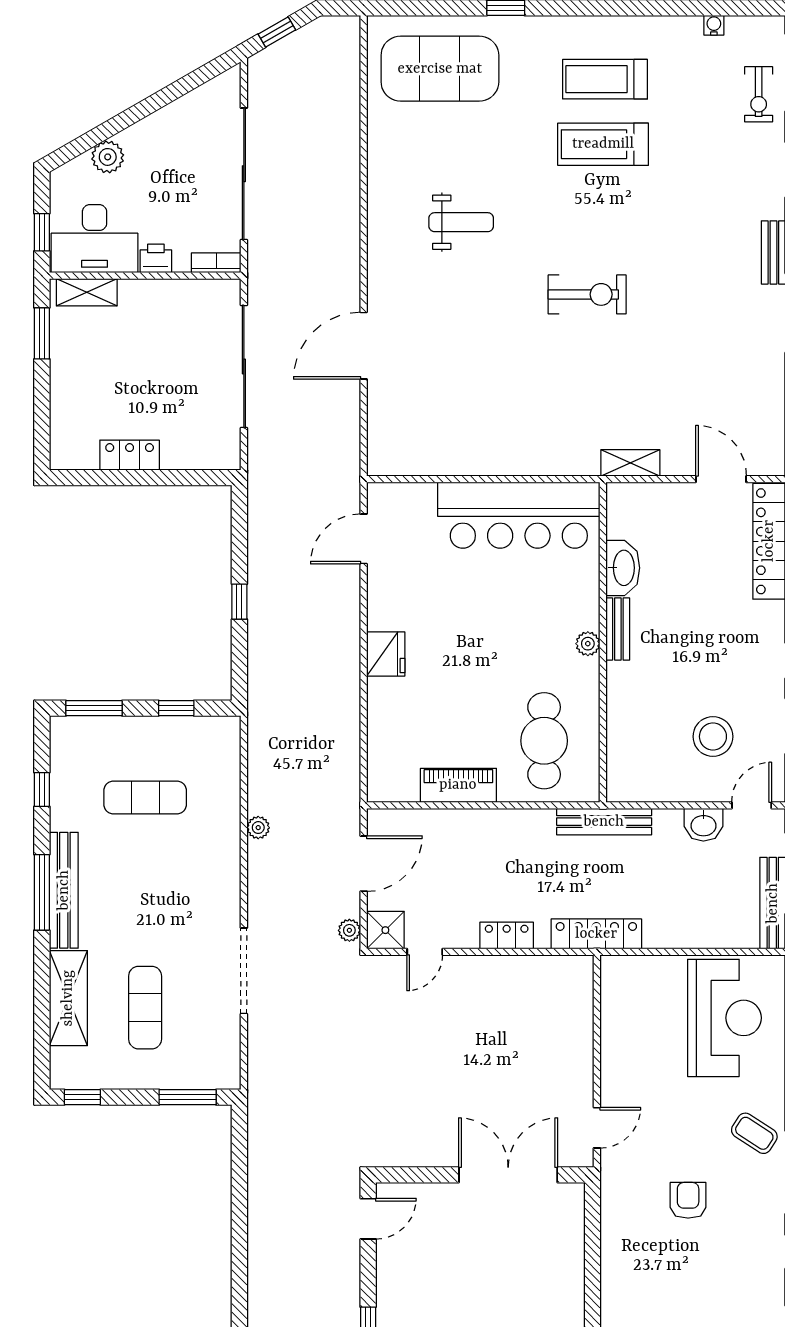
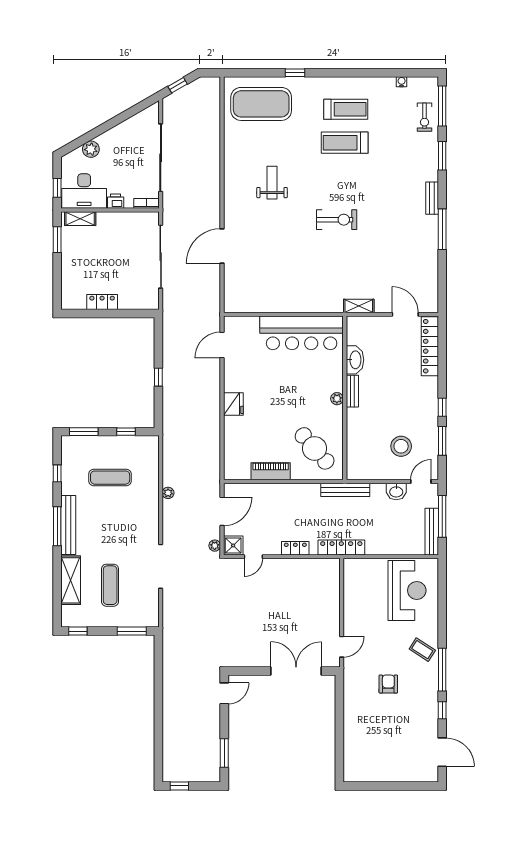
treadmill: (605, 79) -> (346, 109), turned 180
weight bench: (461, 222) -> (272, 183), turned -90
cafe table: (544, 741) -> (315, 448), turned -41

